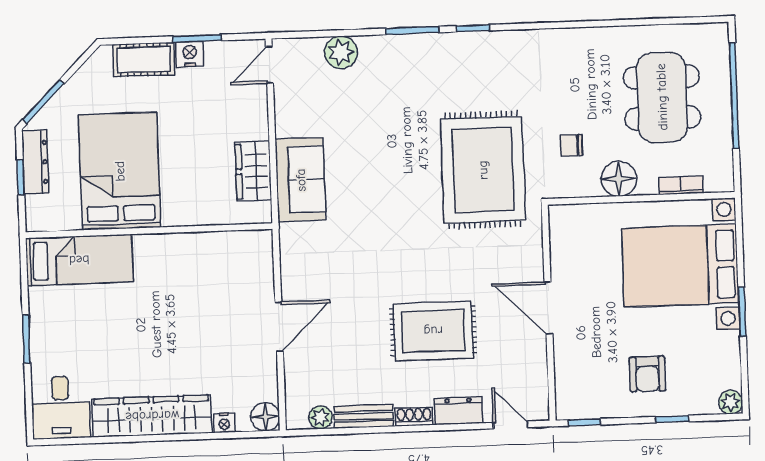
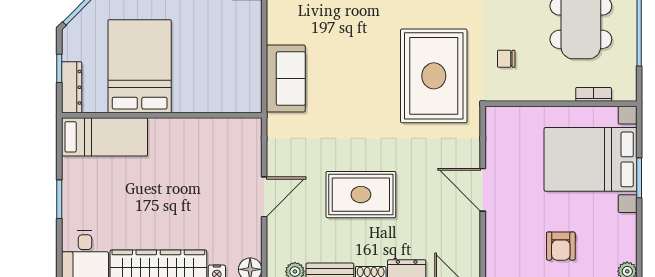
dresser: (35, 162) -> (72, 87), moved
wardrobe: (253, 171) -> (248, 70), removed
floor lamp: (619, 179) -> (543, 87), removed
window: (742, 312) -> (639, 178), moved
rug: (433, 331) -> (361, 195), moved

